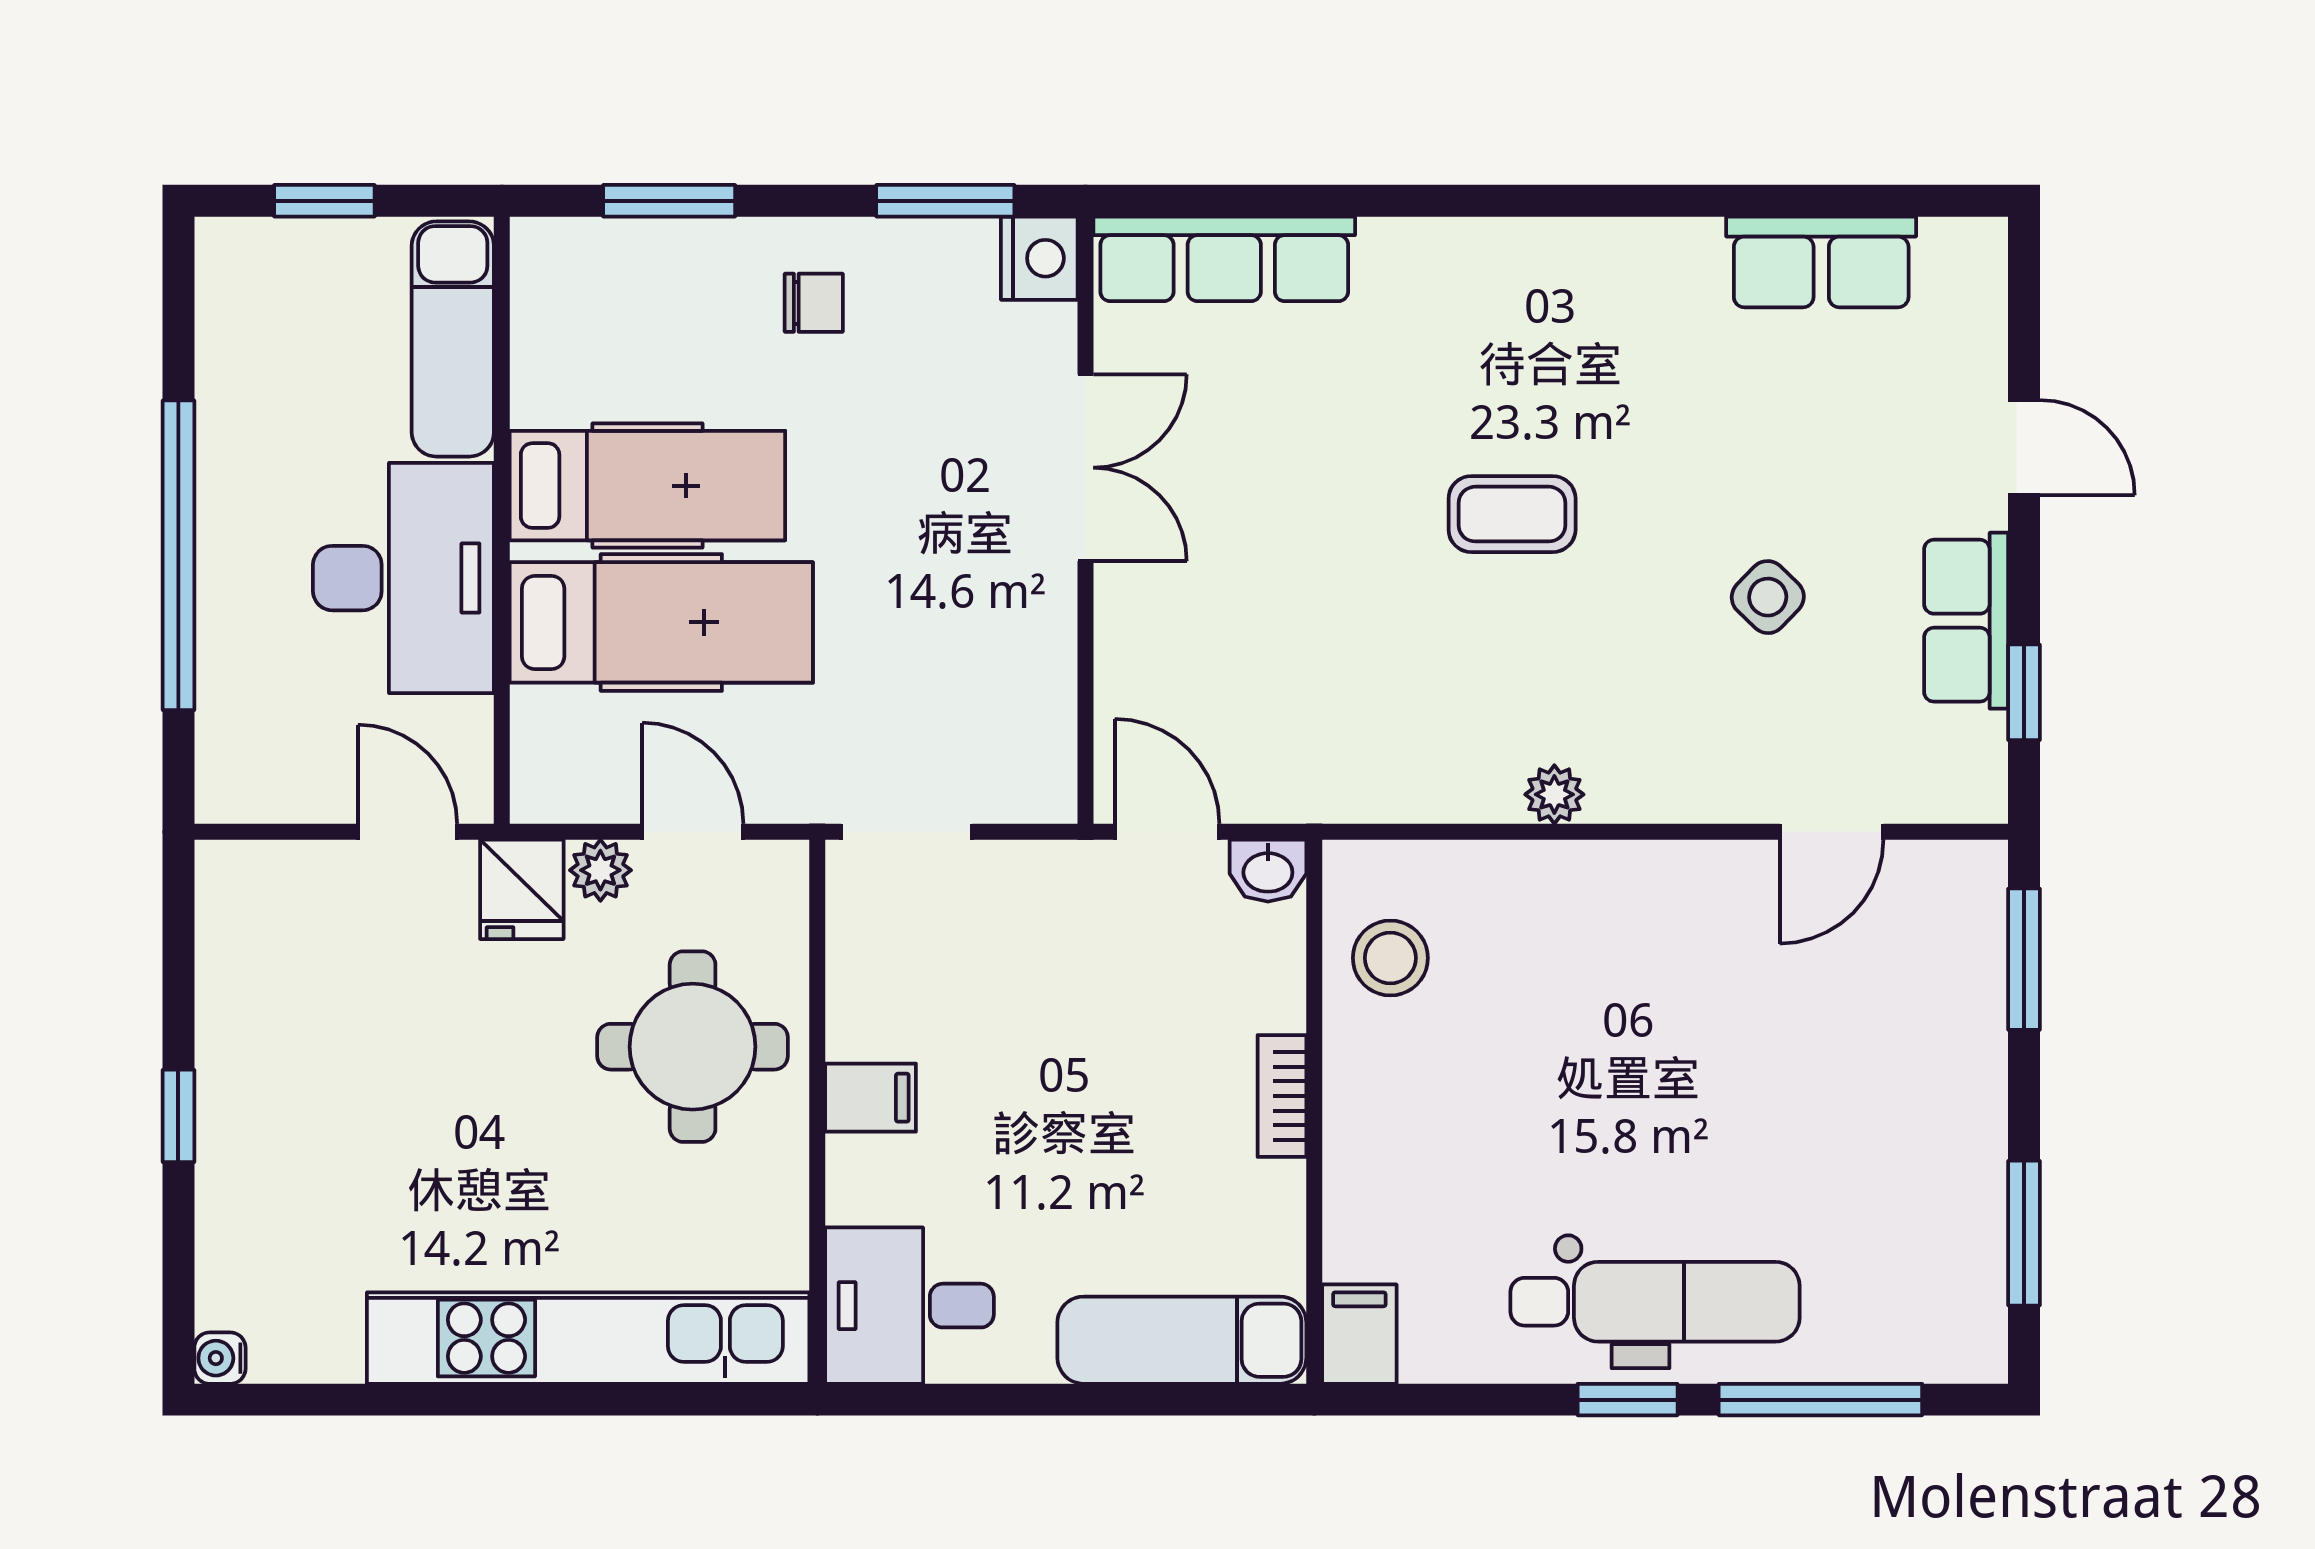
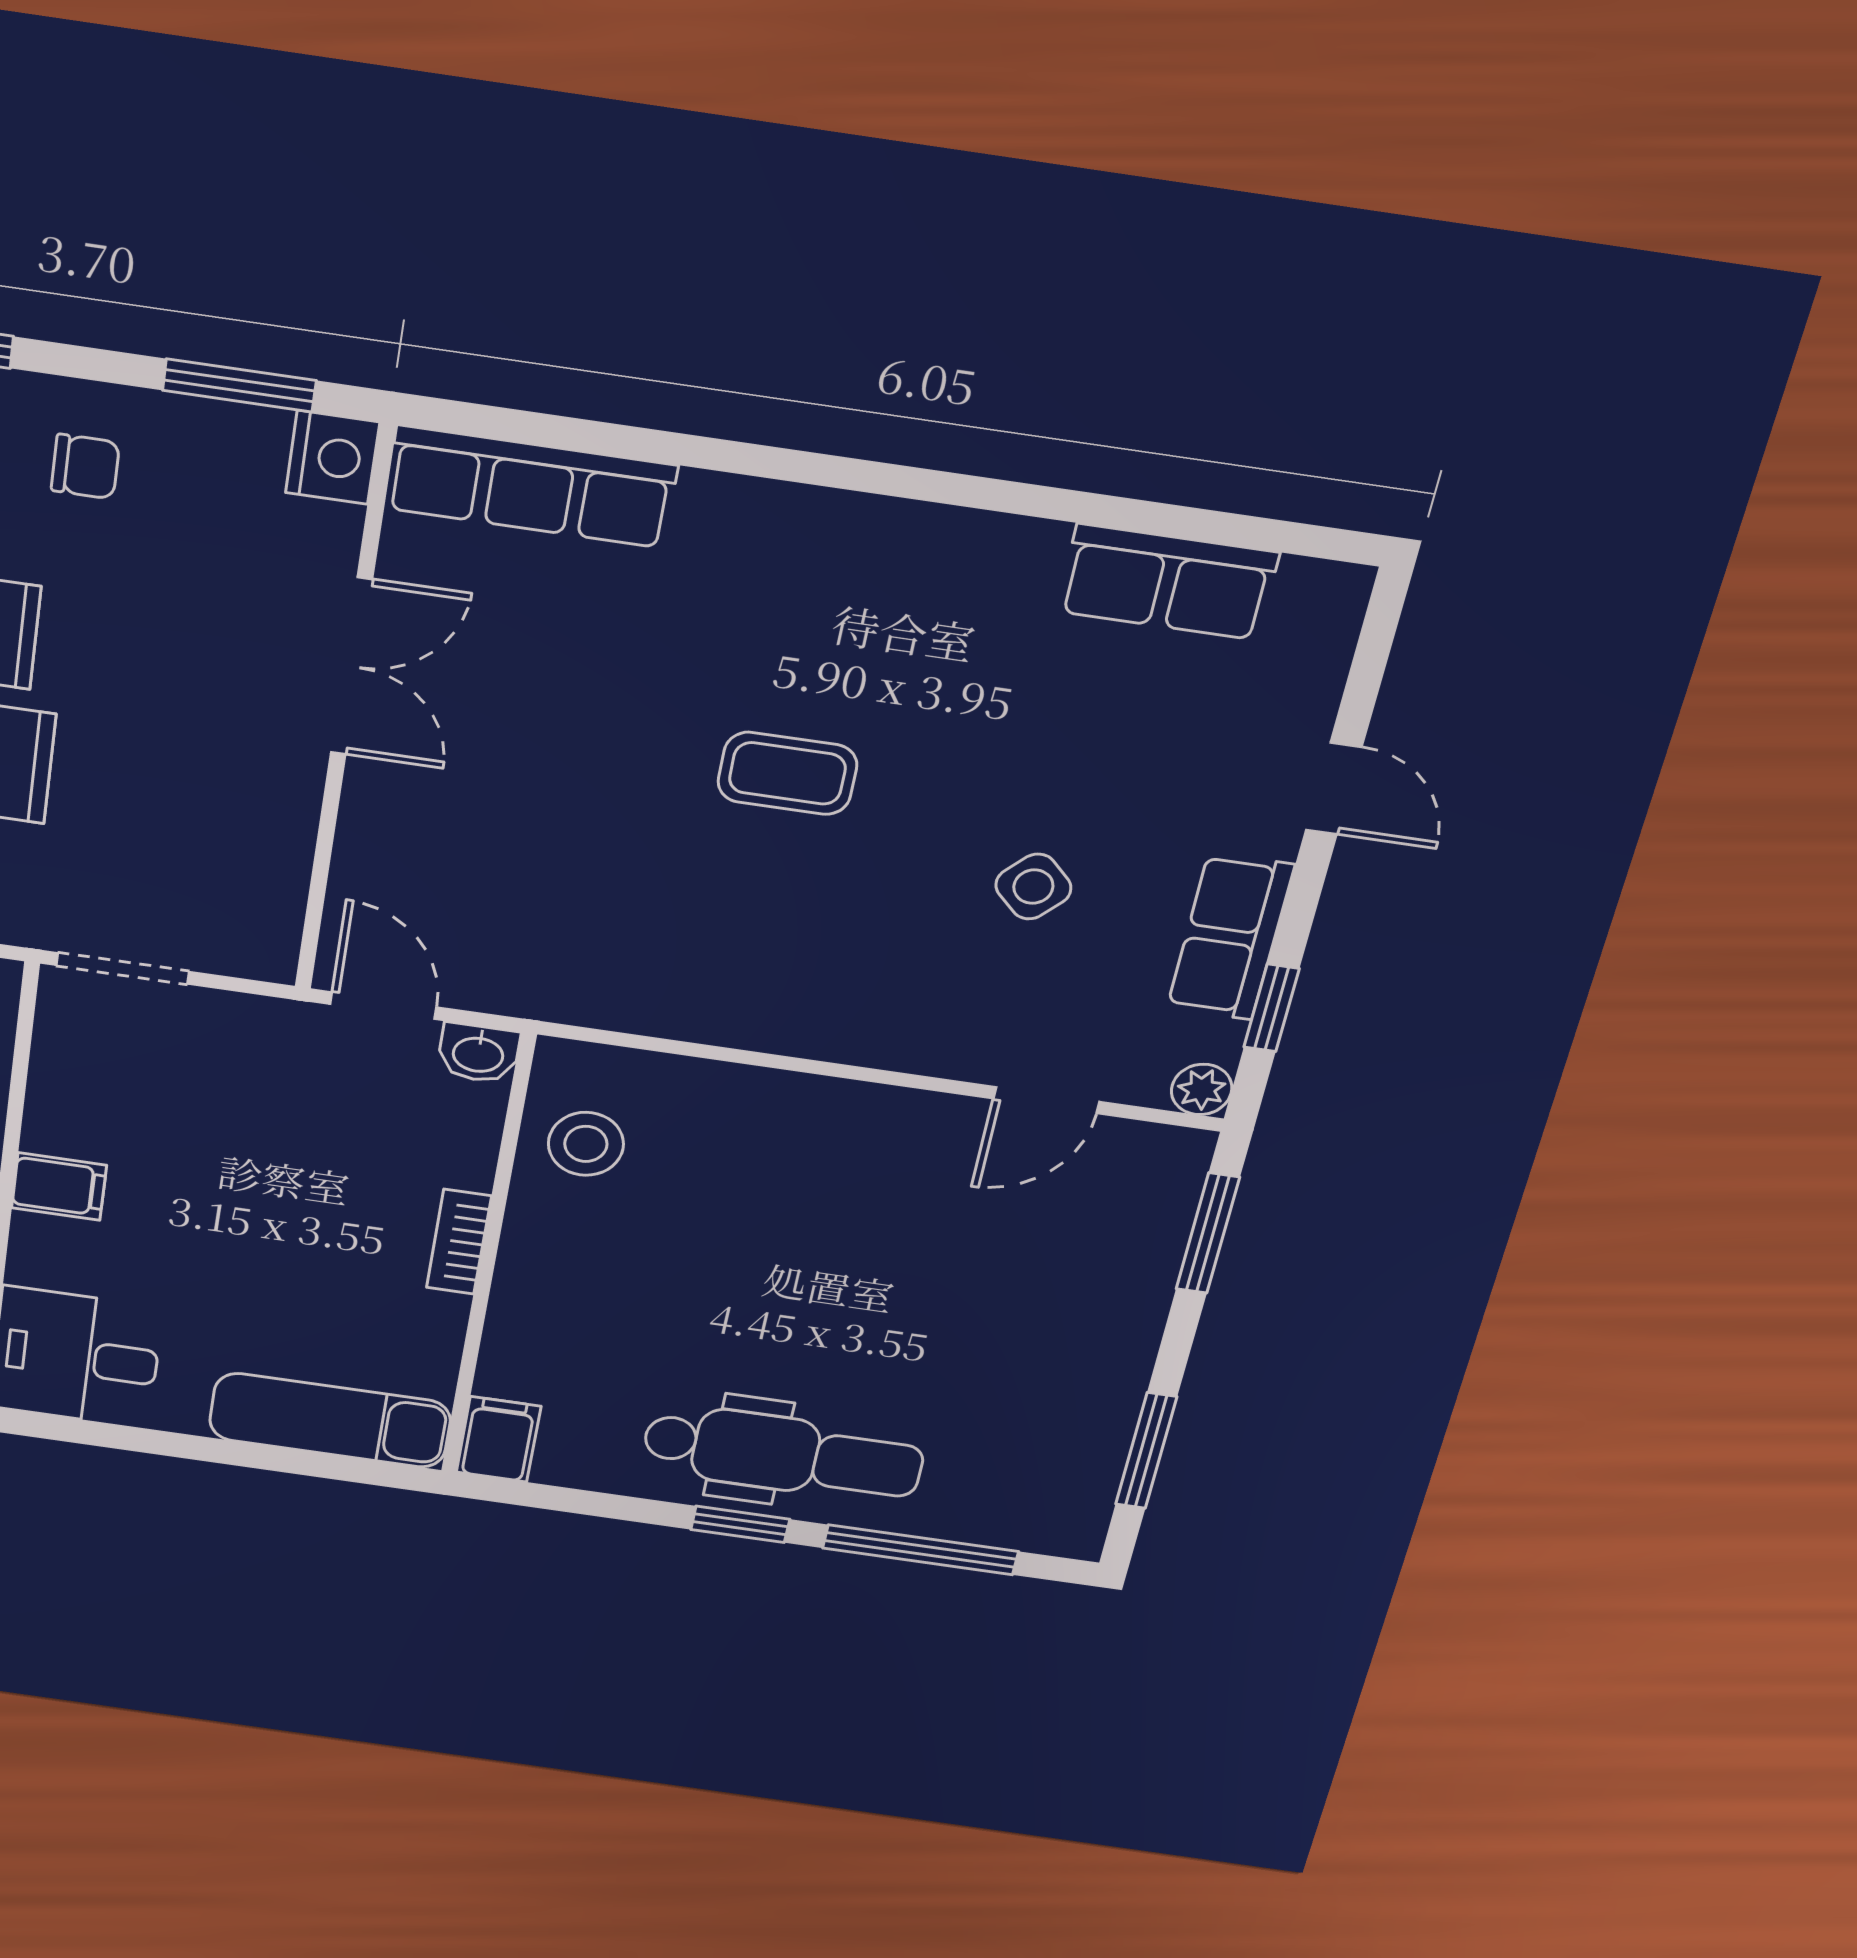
plant: (1554, 794) -> (1202, 1089), moved

